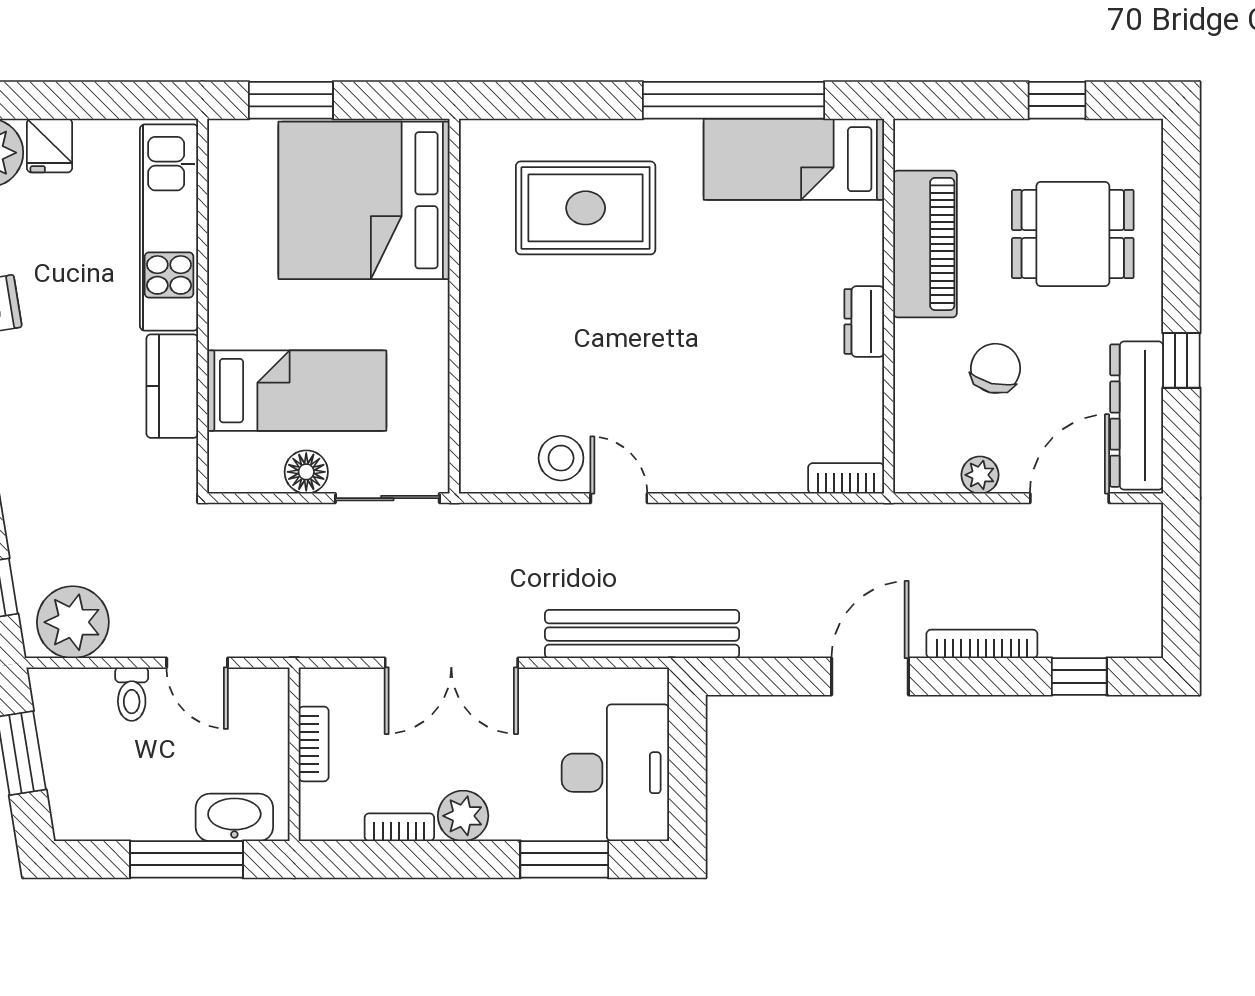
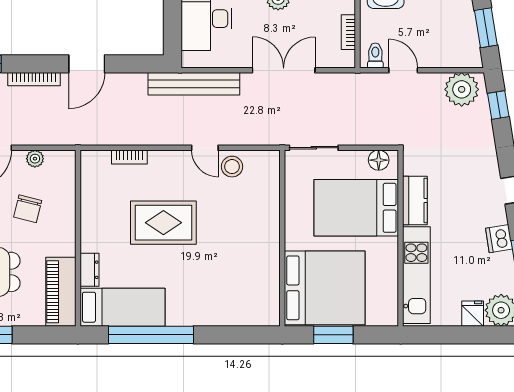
window: (291, 100) -> (333, 335), moved
rug: (586, 208) -> (163, 223), moved
piano: (925, 244) -> (61, 292), moved
dresser: (864, 321) -> (89, 270), moved
bed: (297, 391) -> (356, 208), width x1.50
floor lamp: (306, 472) -> (379, 160), moved
bookcase: (846, 478) -> (129, 157), moved
toilet: (132, 694) -> (375, 56), moved

